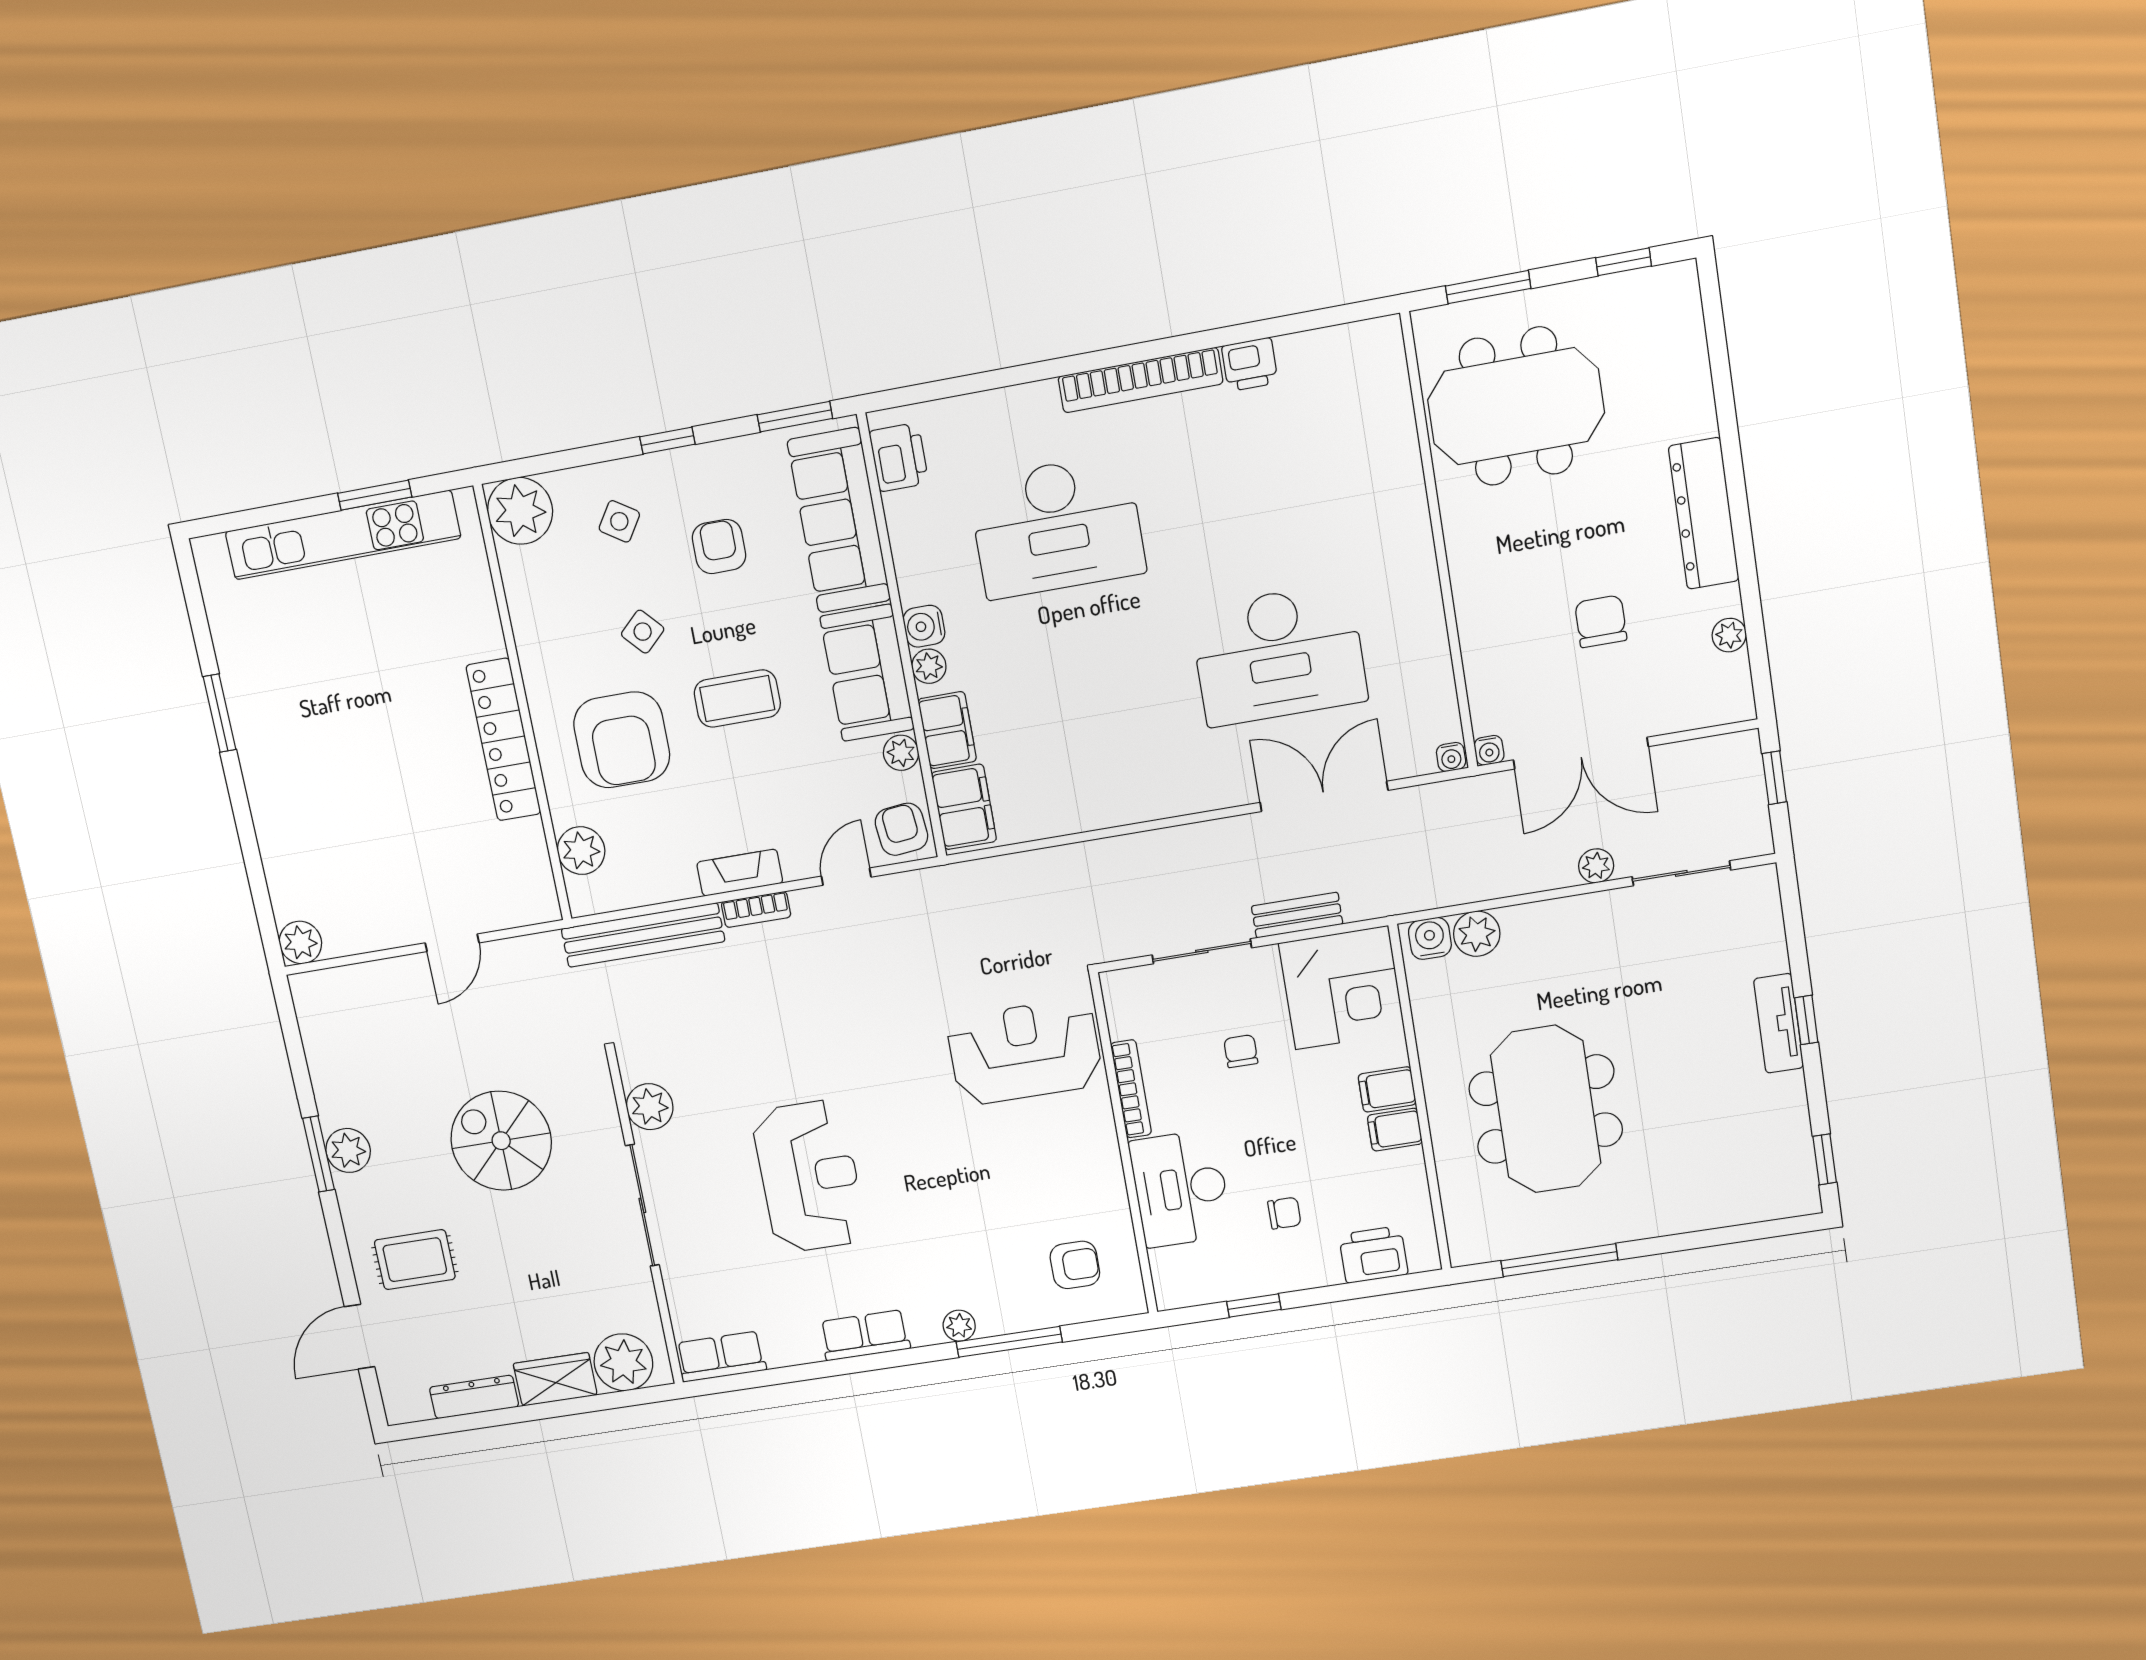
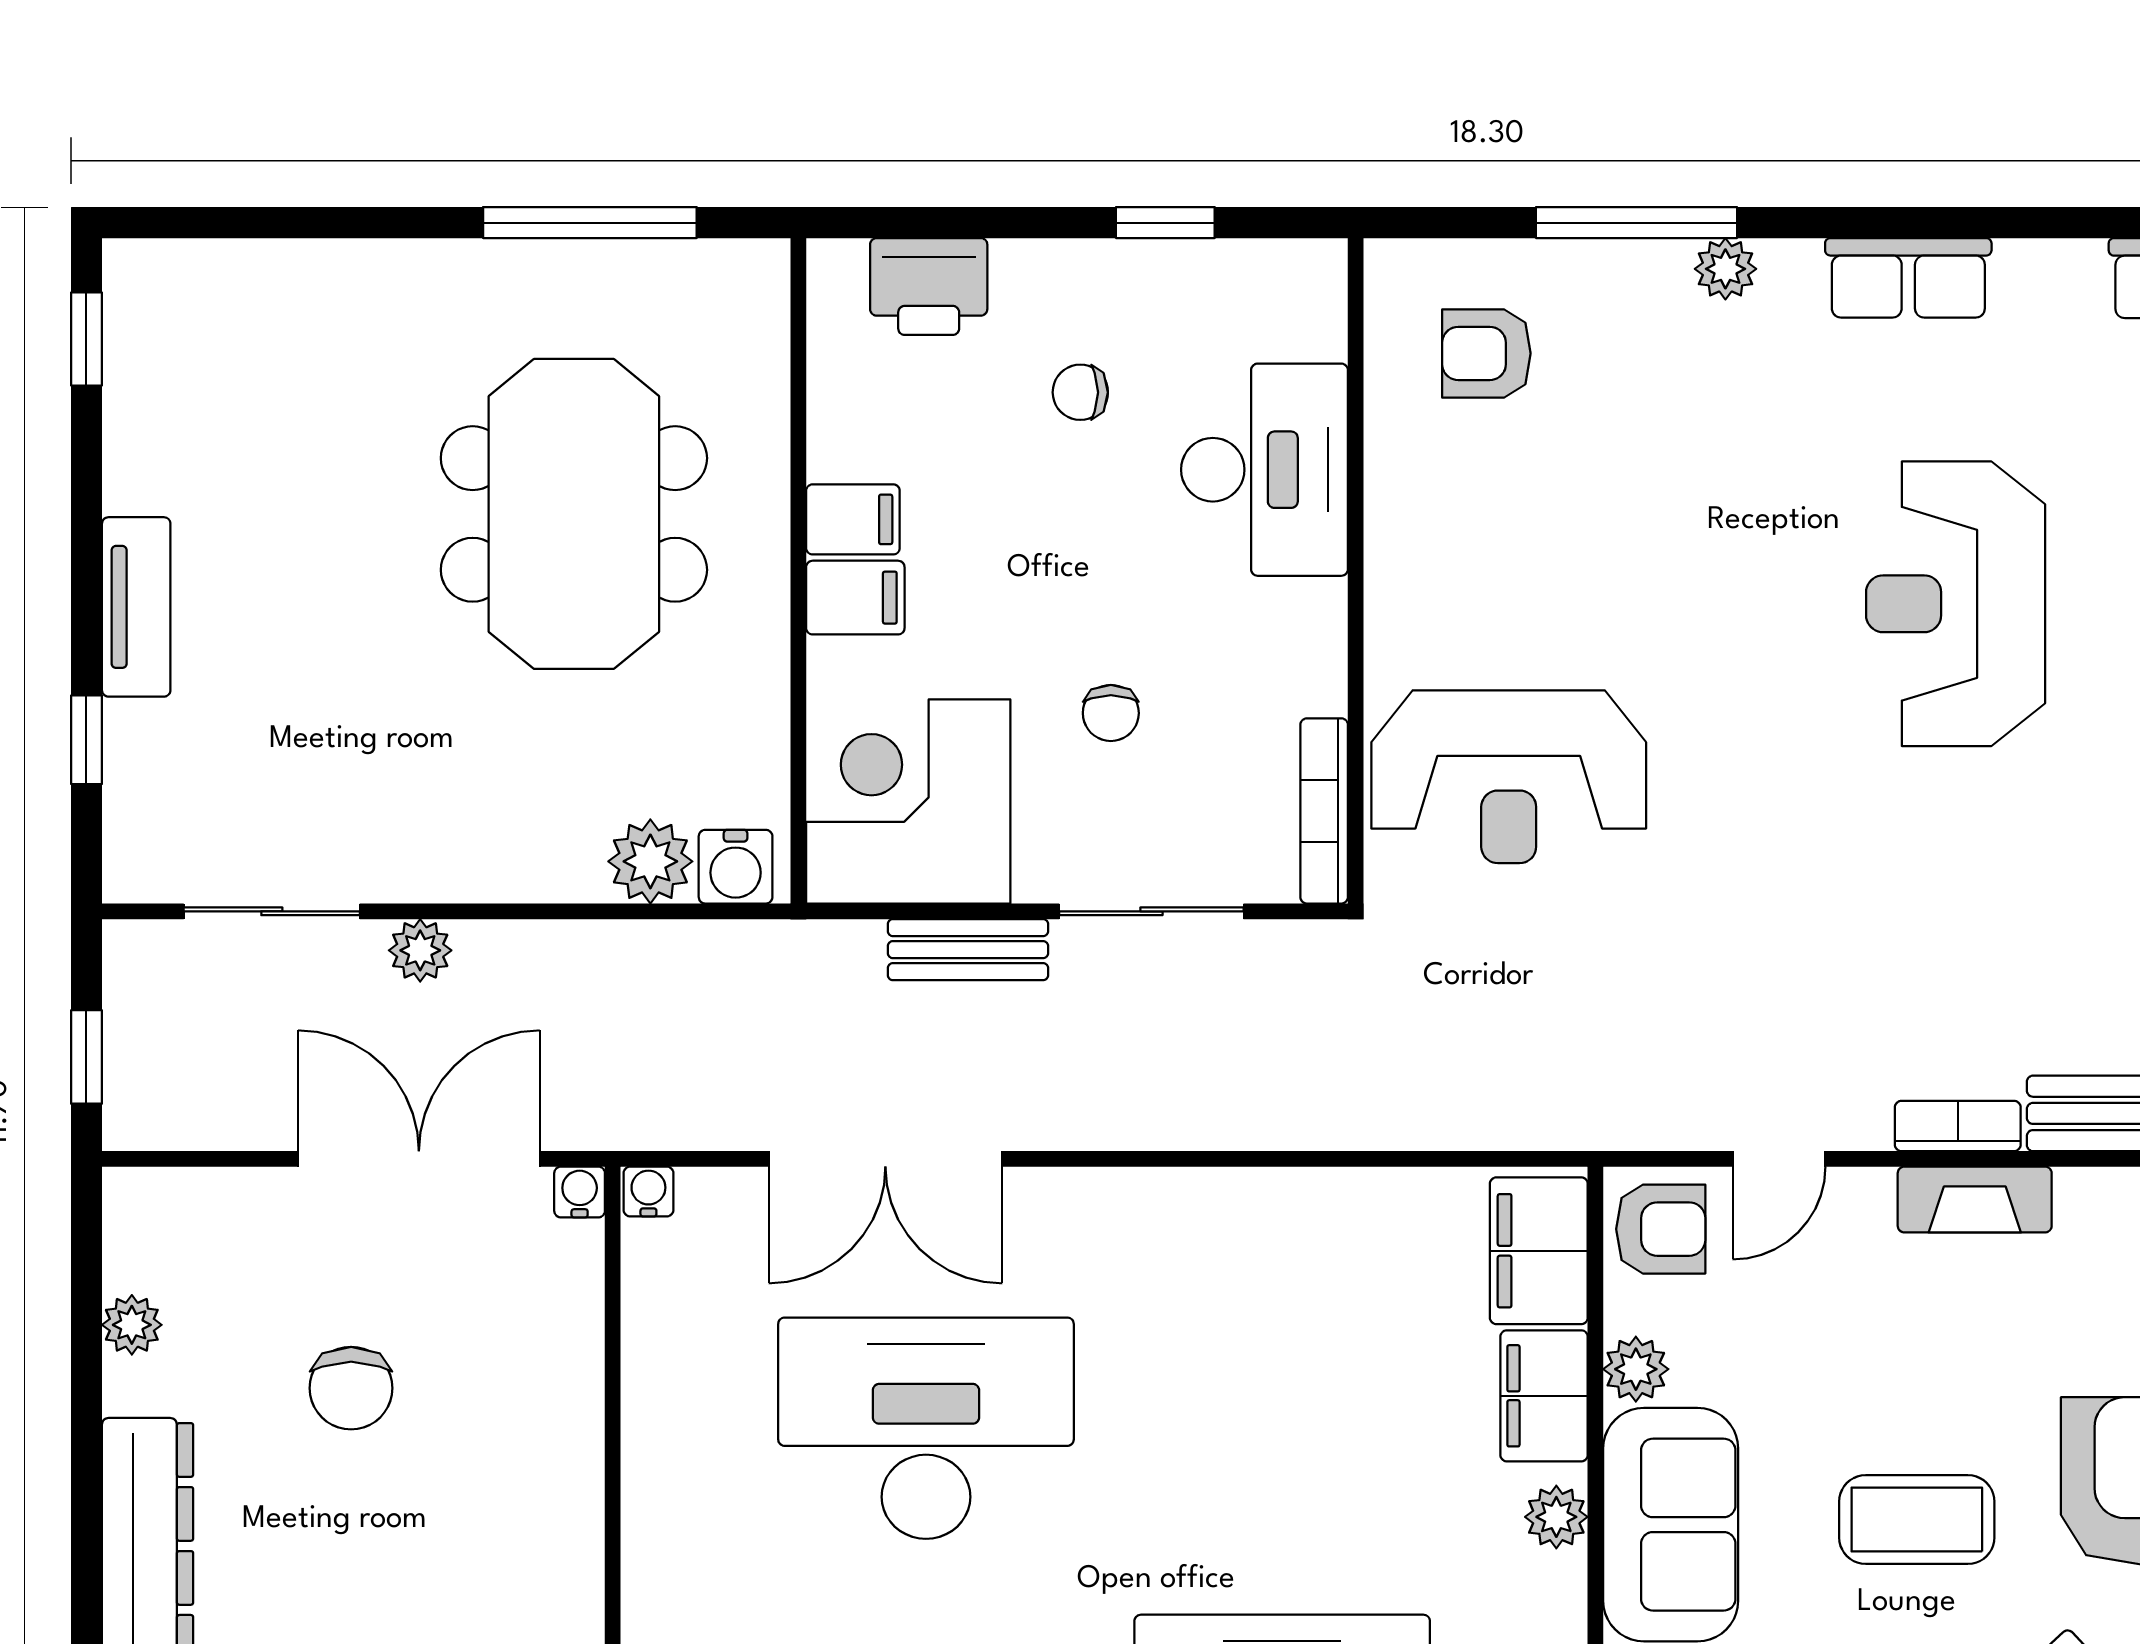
water cooler: (924, 626) -> (1552, 1590), removed
armchair: (901, 829) -> (1661, 1229), turned -84
window: (1806, 1020) -> (86, 740), moved
bookcase: (1131, 1089) -> (1324, 811), moved

